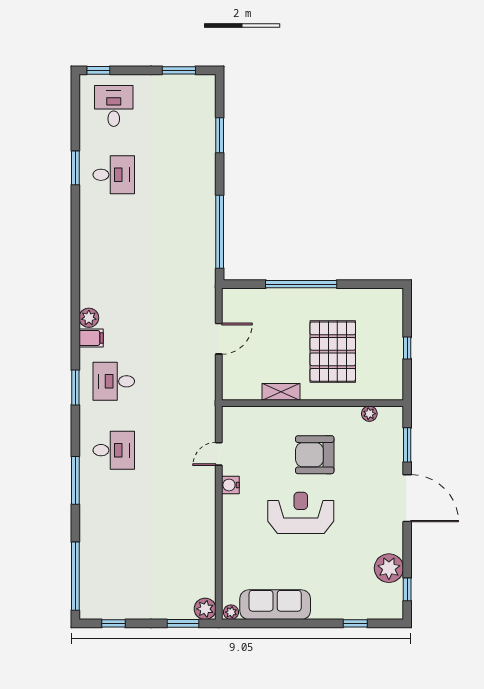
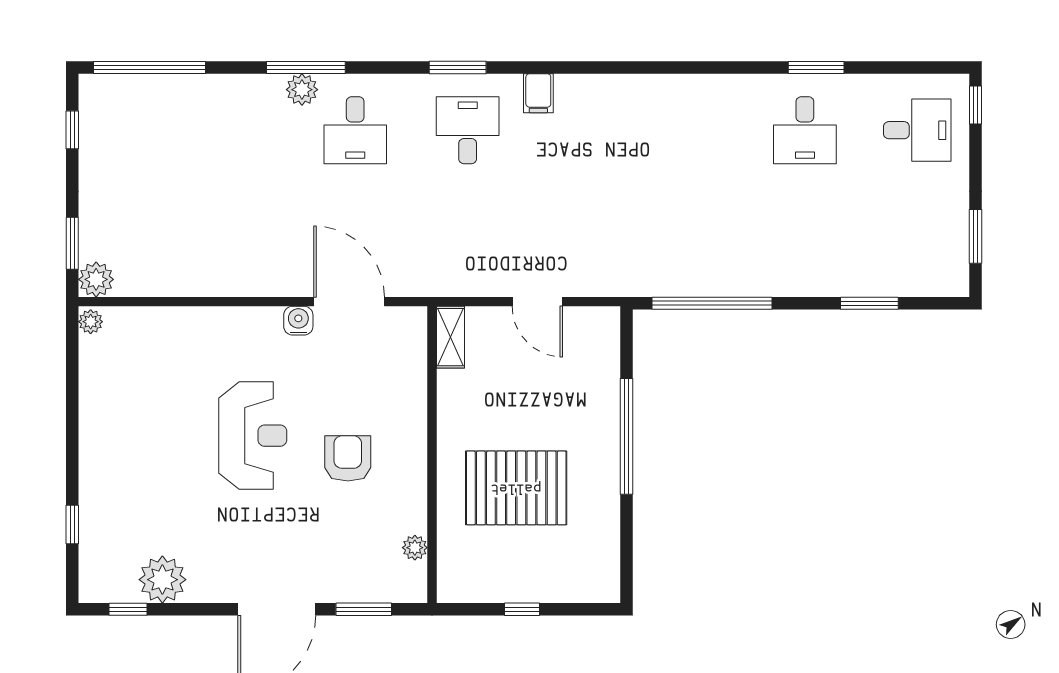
plant: (89, 318) -> (302, 90), moved
shelving: (281, 392) -> (451, 337), moved
door: (219, 454) -> (349, 302), width x1.87
armchair: (315, 455) -> (348, 458), width x0.73, depth x0.73
sofa: (275, 605) -> (103, 394), removed

